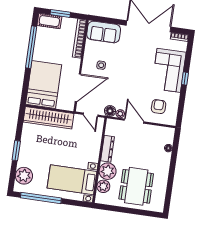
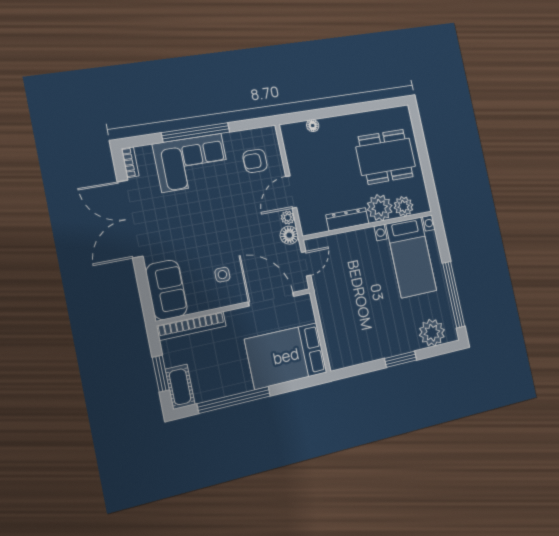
window: (185, 79) -> (196, 132), width x3.17
wardrobe: (48, 118) -> (334, 328), removed

